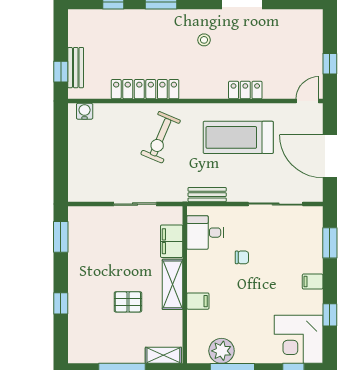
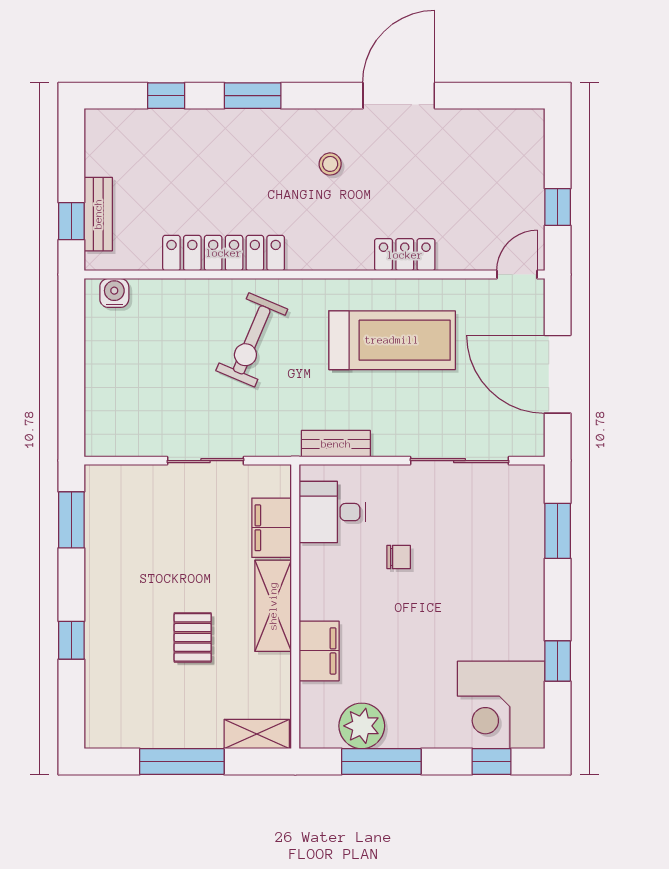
treadmill: (238, 137) -> (392, 340), turned 180
filing cabinet: (313, 282) -> (526, 601), removed
filing cabinet: (198, 301) -> (319, 651), width x2.00
pallet: (128, 302) -> (193, 637), turned 90

